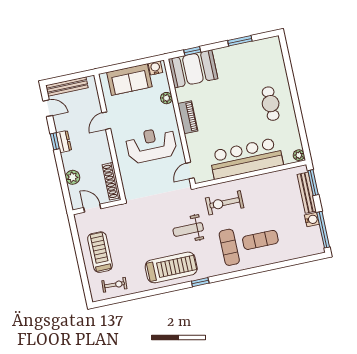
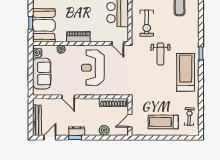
exercise mat: (229, 247) -> (180, 27), removed

